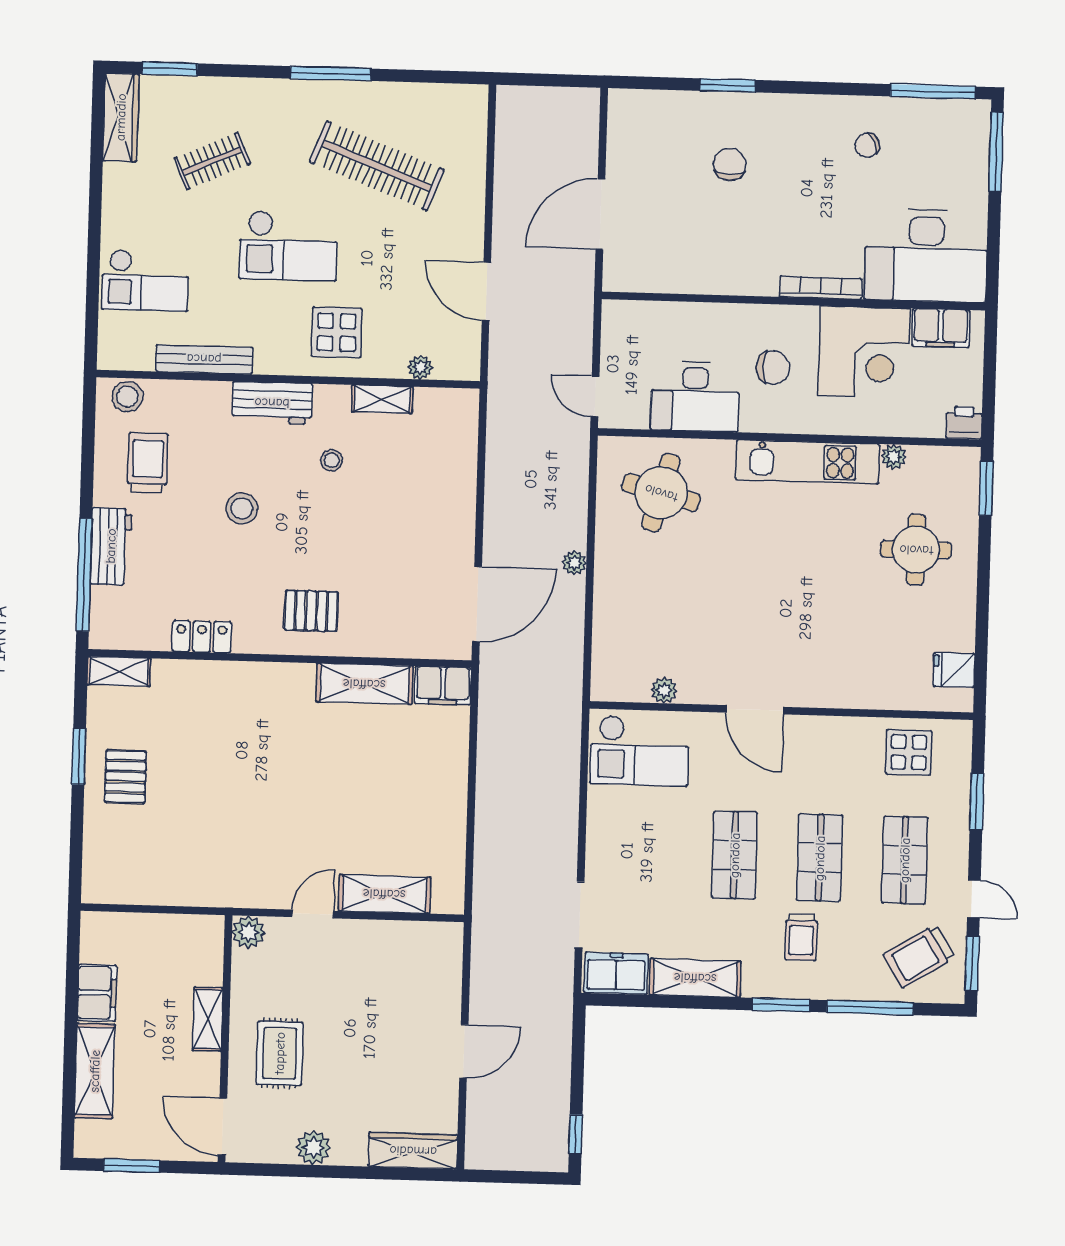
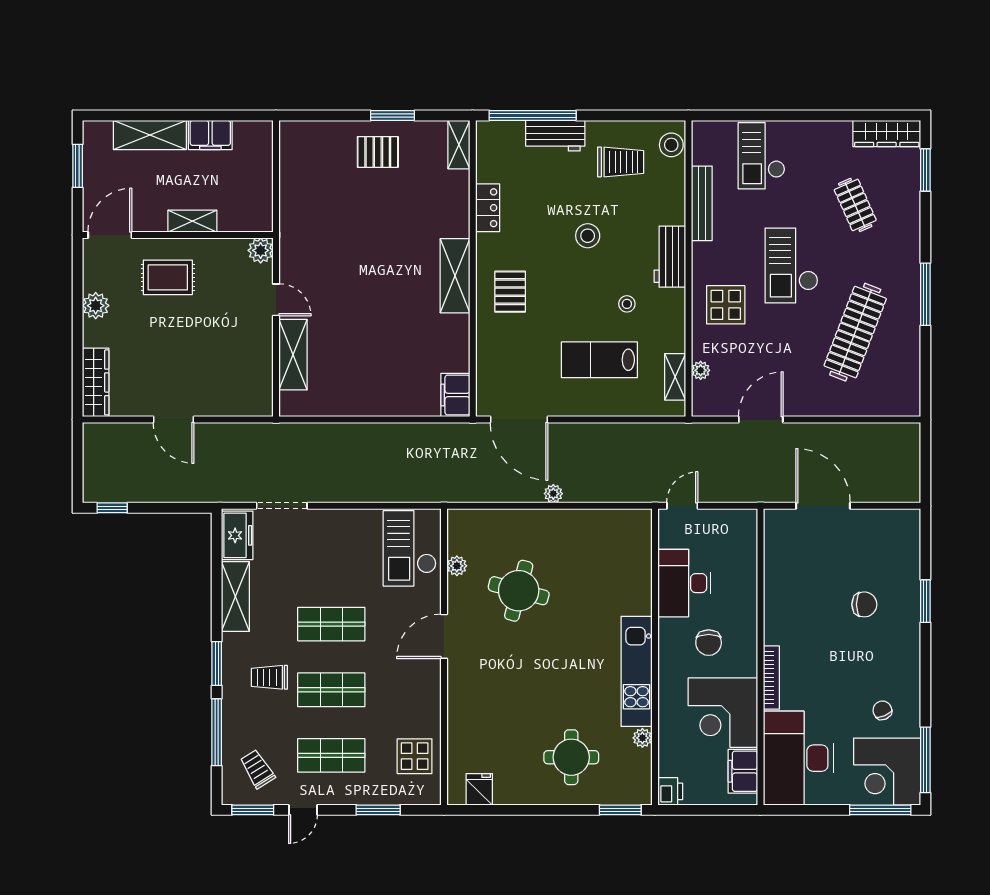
corner desk: (947, 141) -> (887, 772), added
shelving: (382, 399) -> (675, 377), moved
round table: (661, 493) -> (519, 591), moved
lab bench: (403, 498) -> (599, 360), added
shelving: (364, 684) -> (455, 276), moved
trolley: (919, 956) -> (257, 769), width x0.73, depth x0.72

